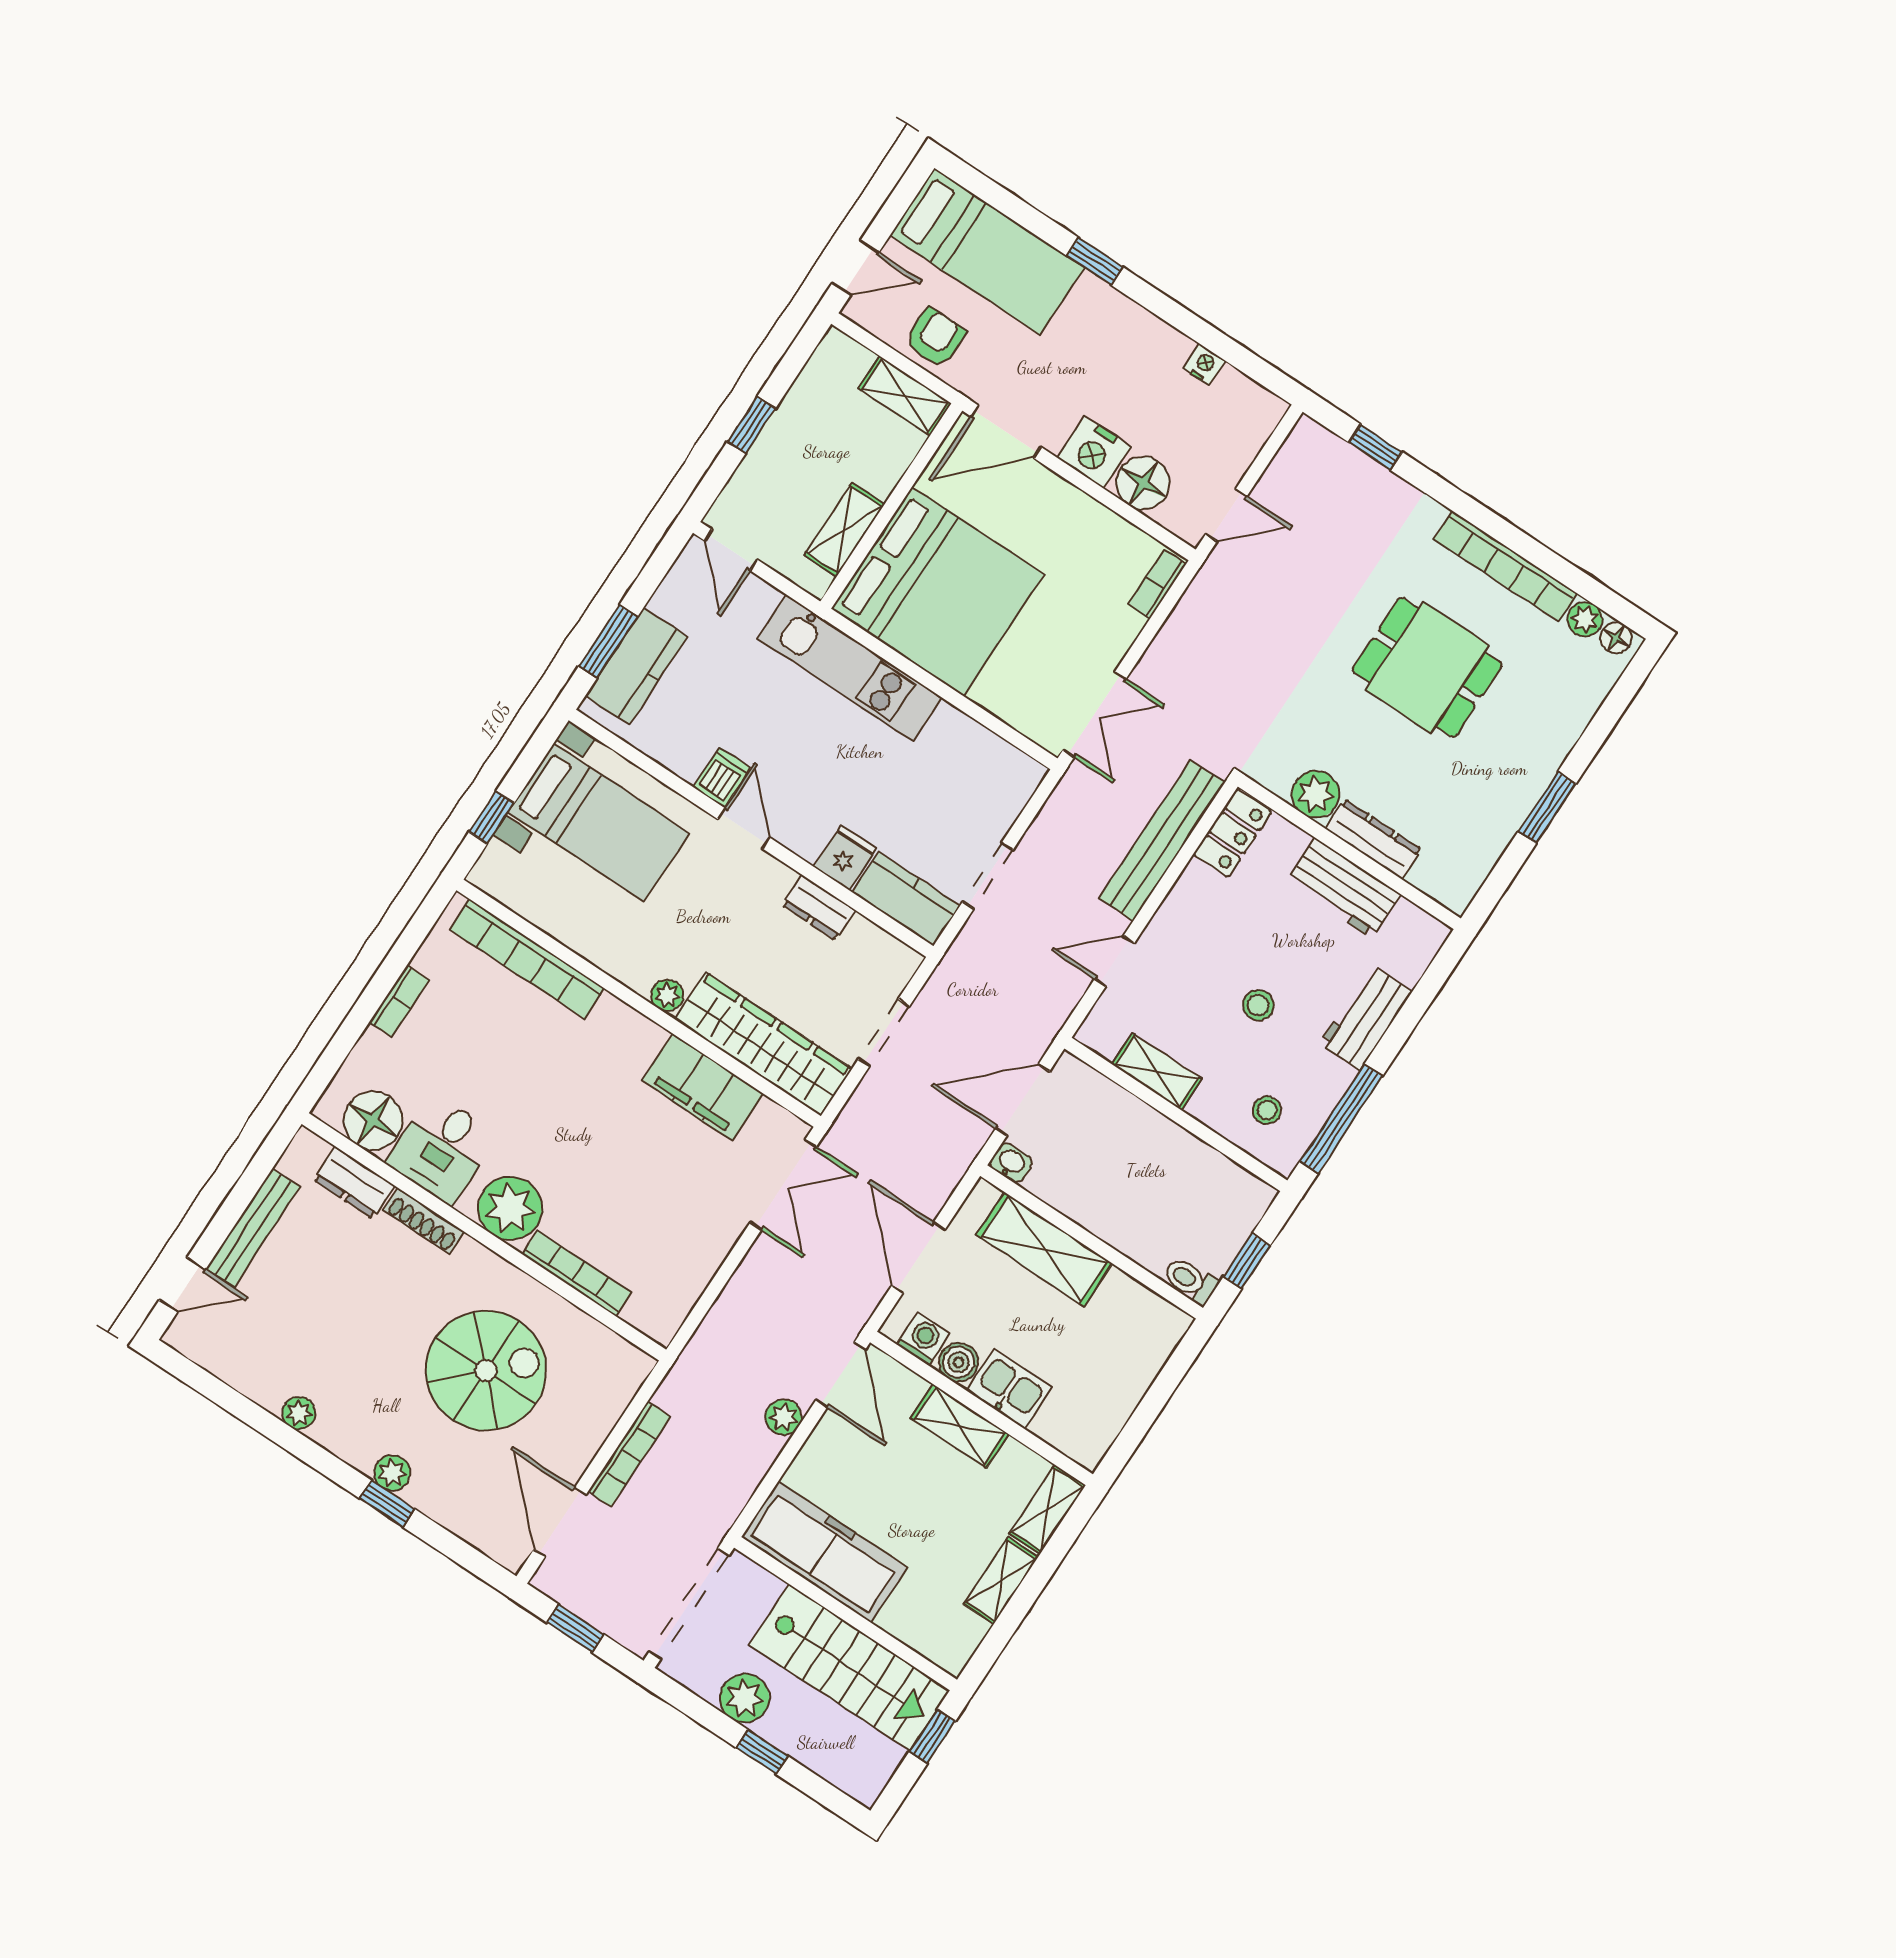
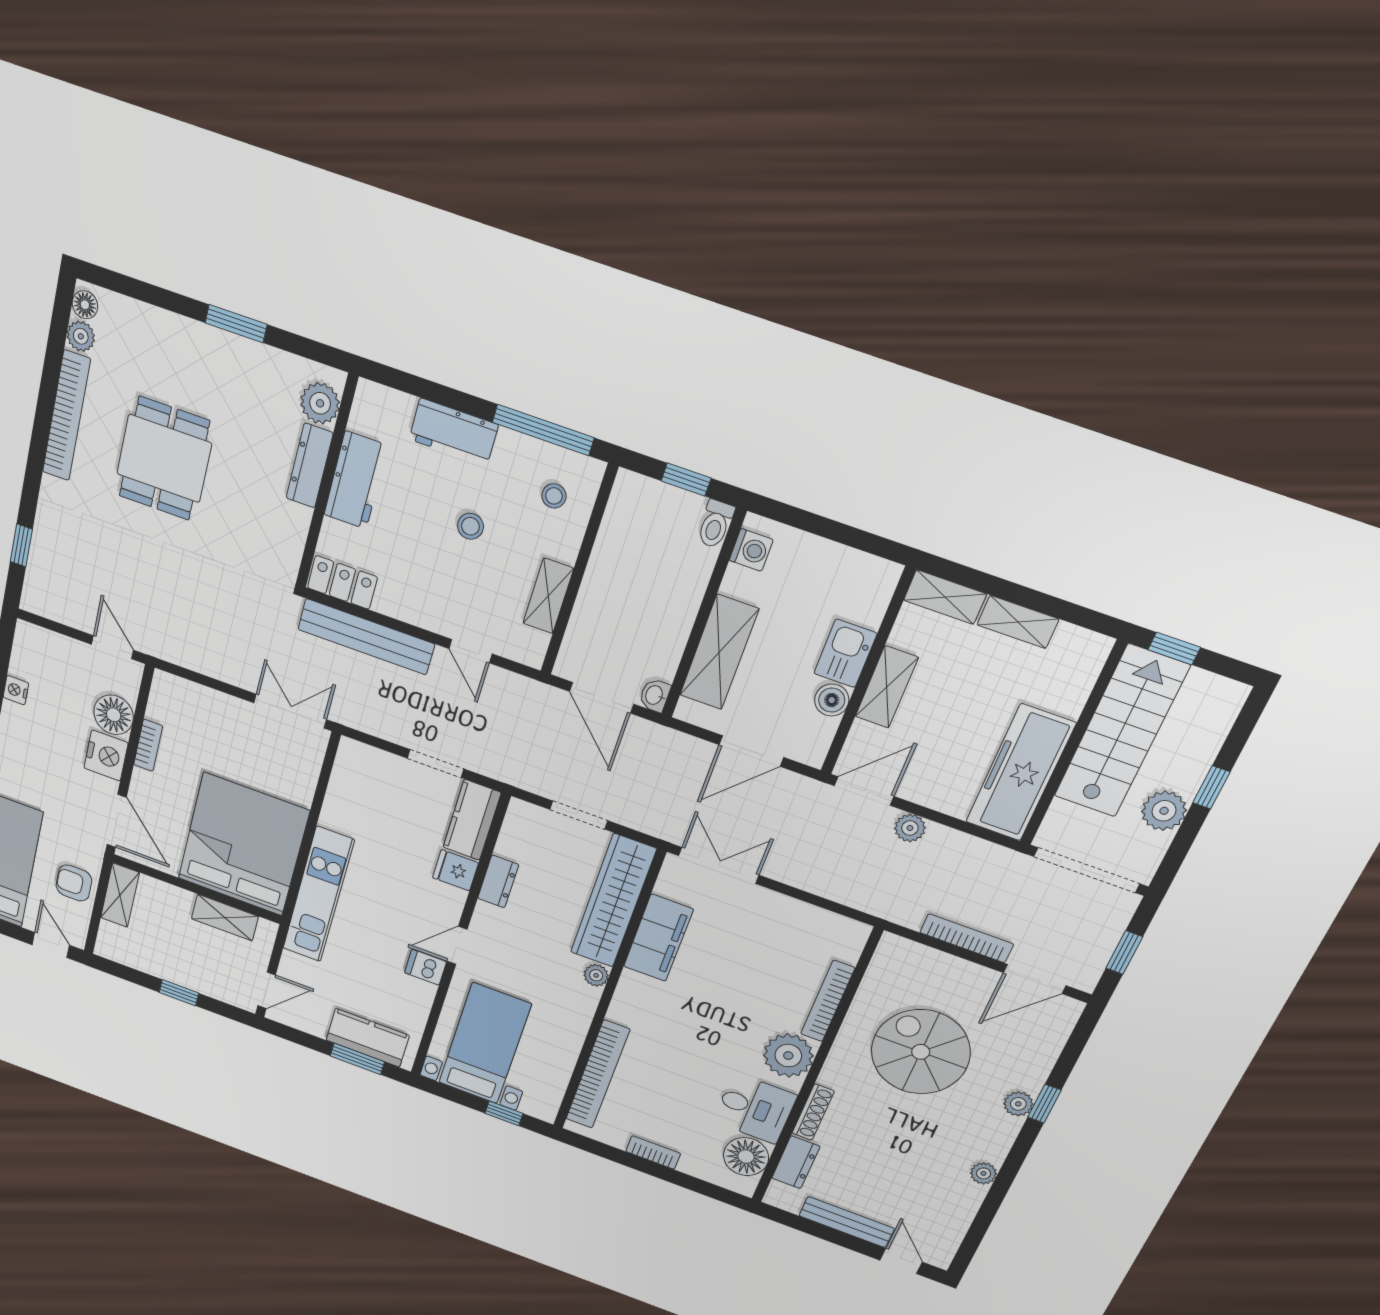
bookcase: (1157, 584) -> (148, 745), moved, turned -90
plant: (1316, 794) -> (320, 403), moved
washing machine: (923, 1339) -> (751, 550), moved, turned 180

